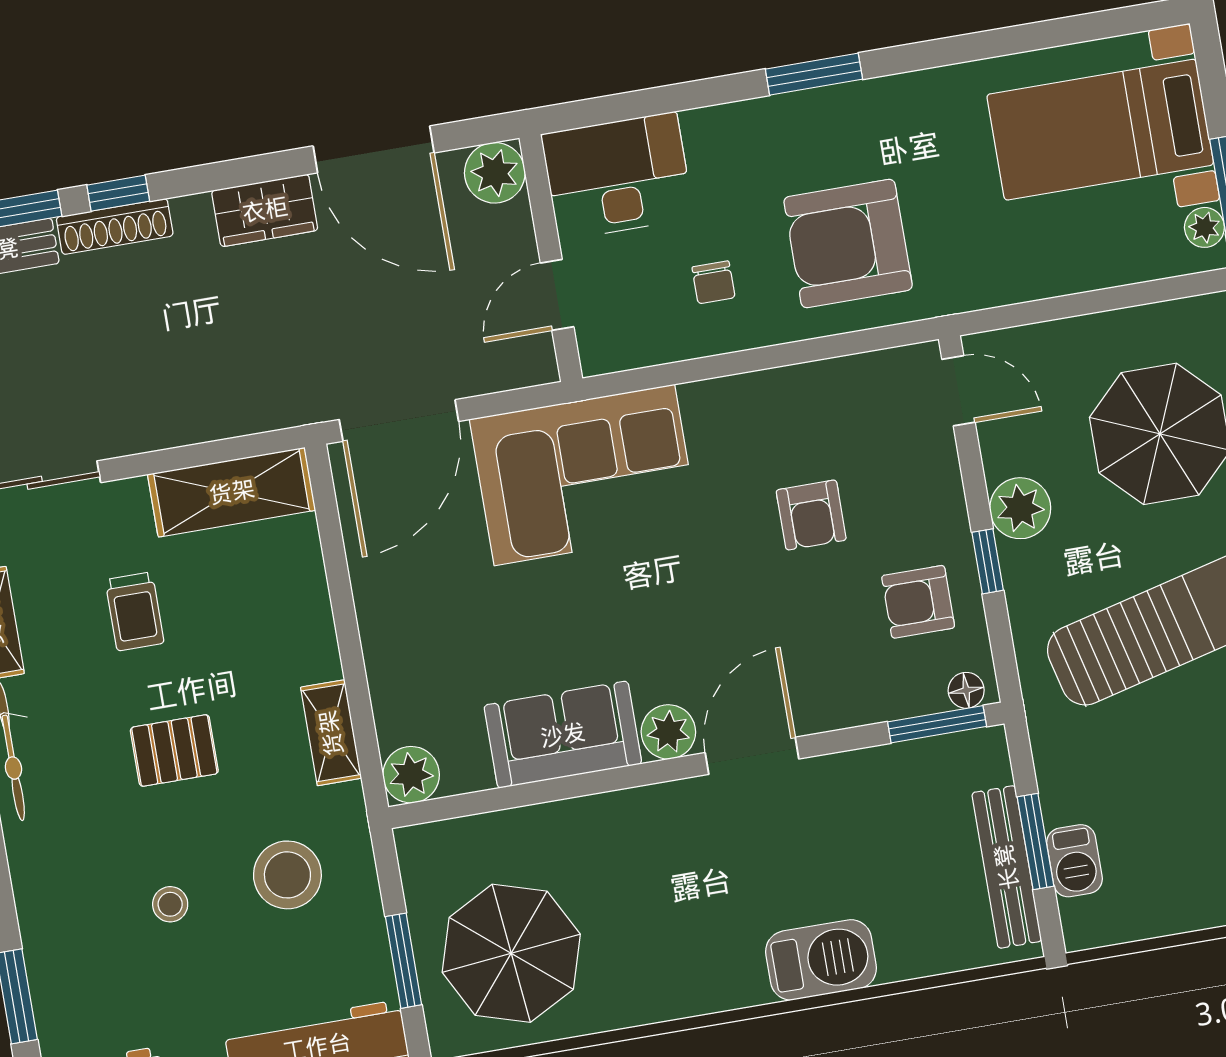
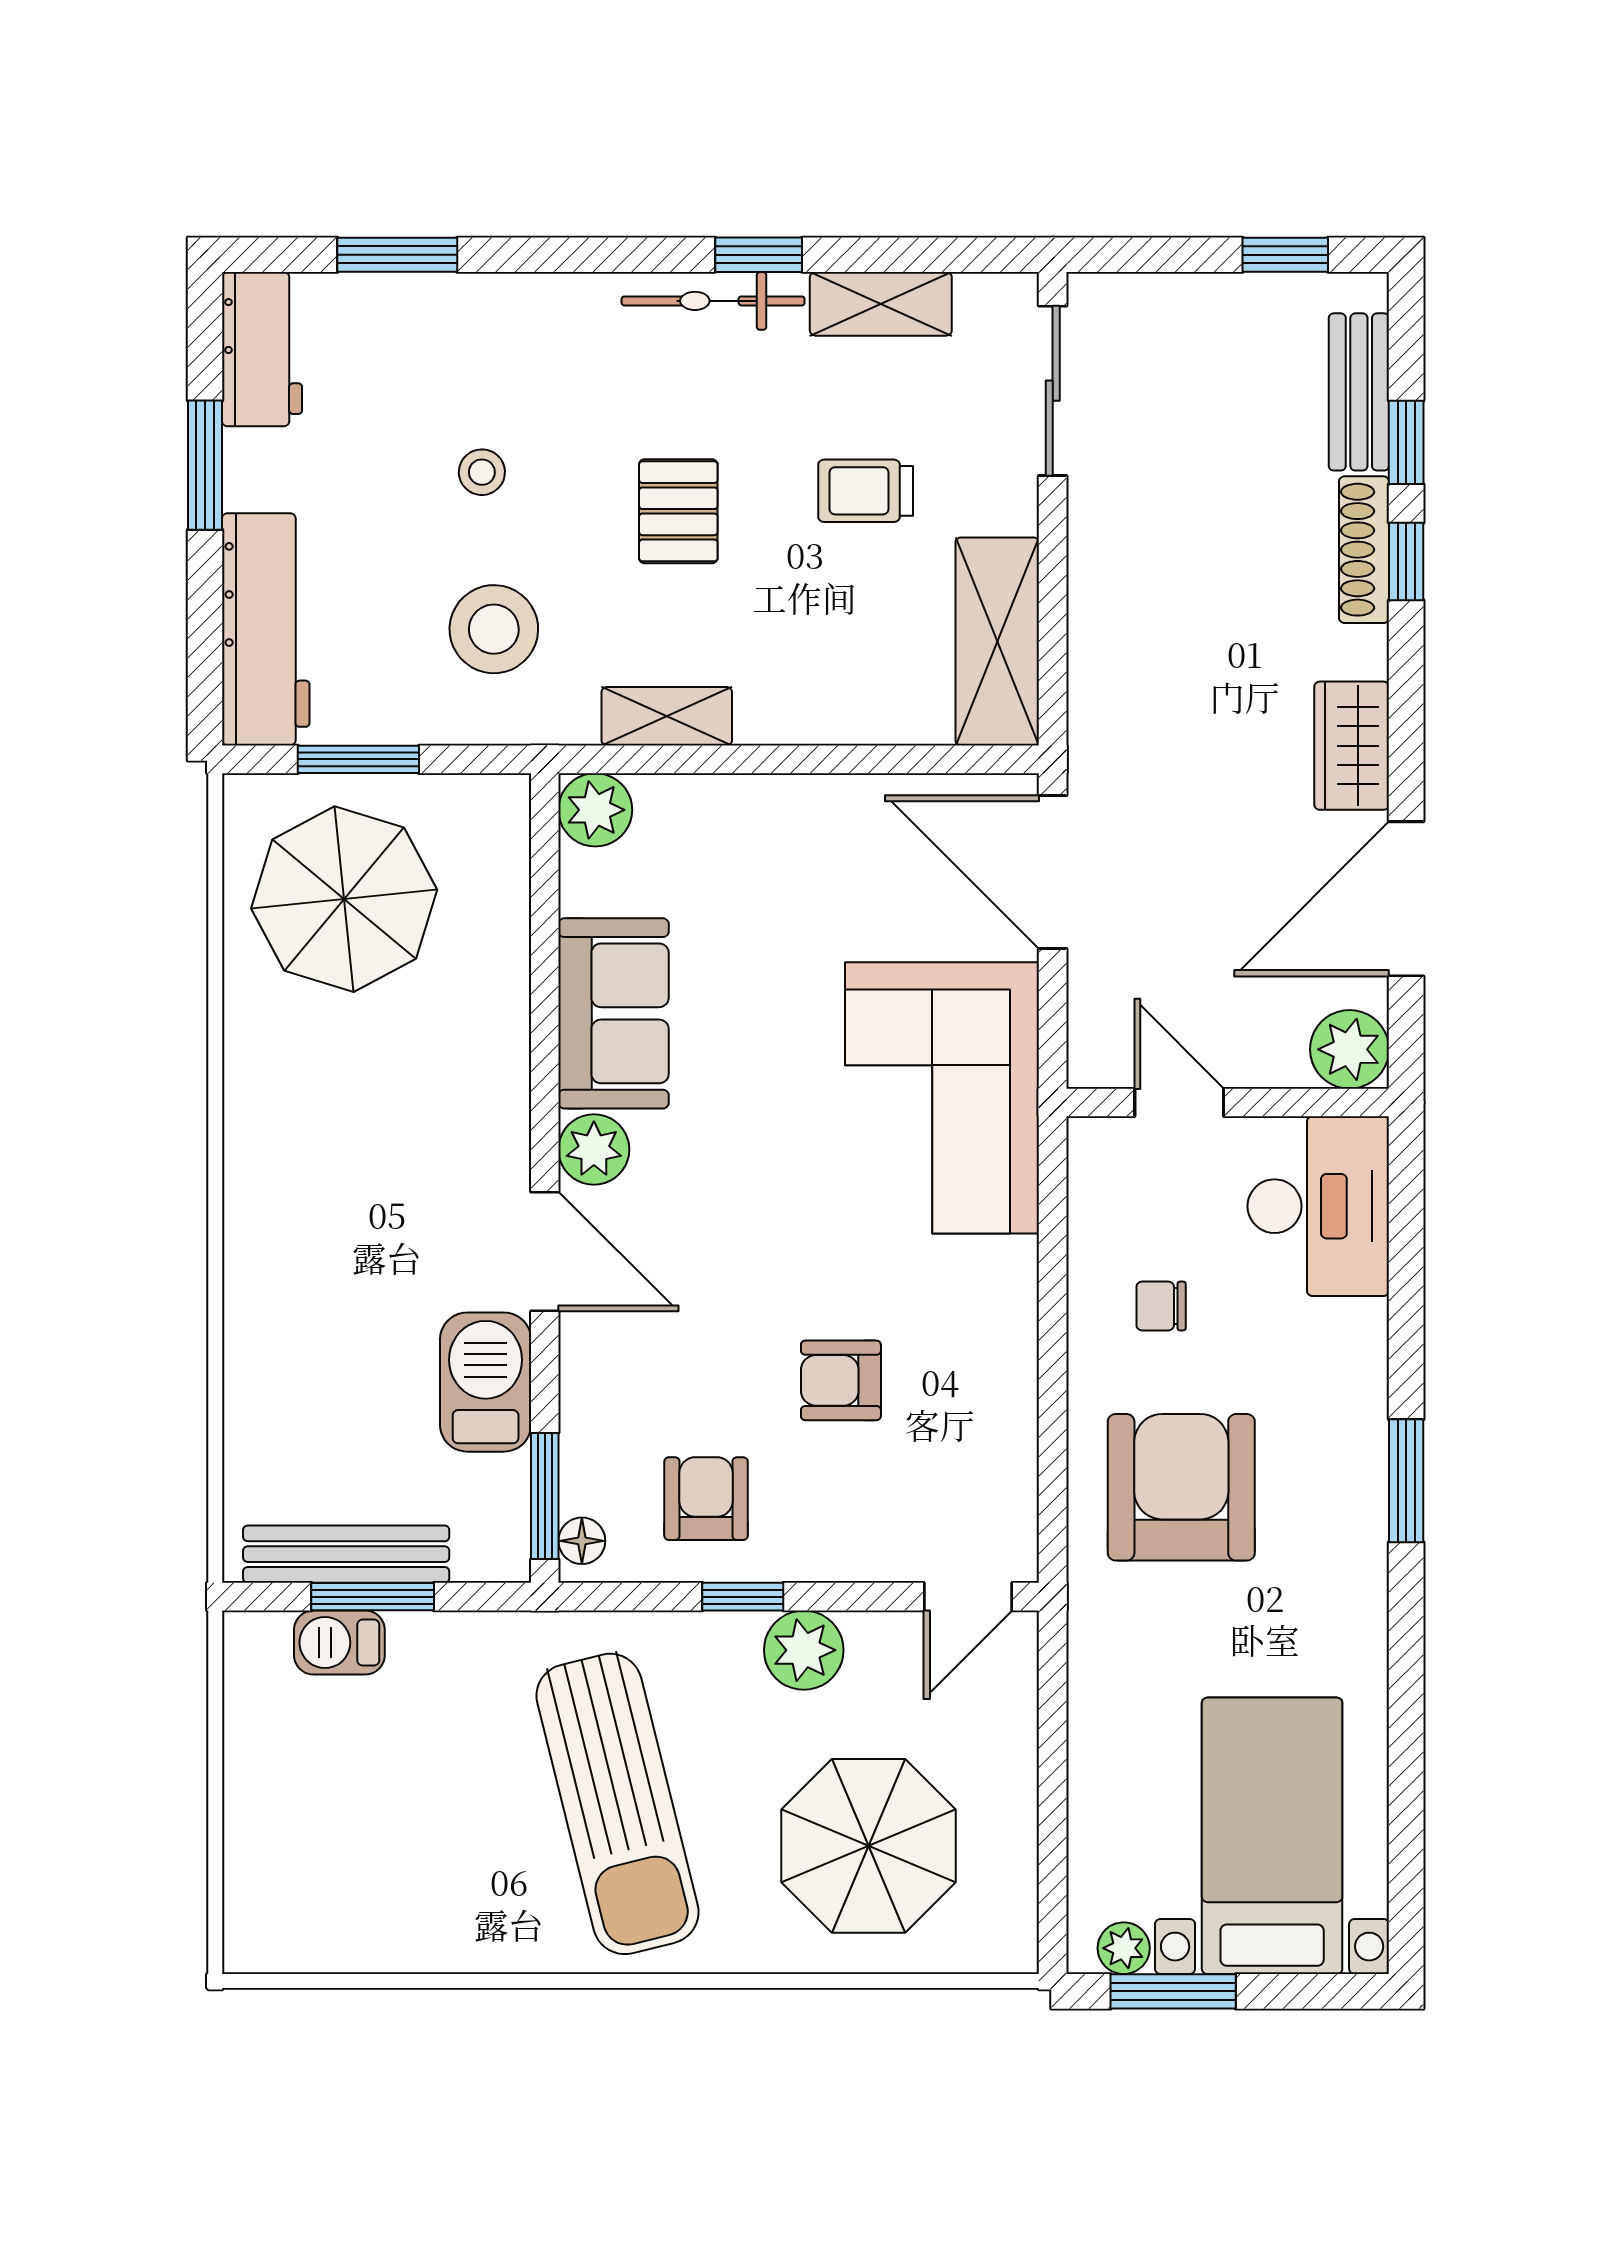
barbecue: (821, 960) -> (486, 1382), moved, turned 180

